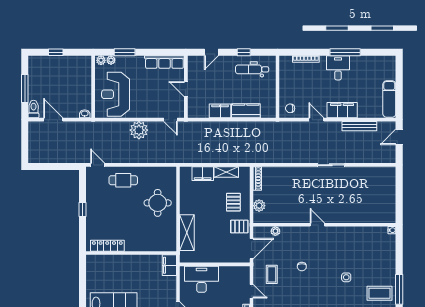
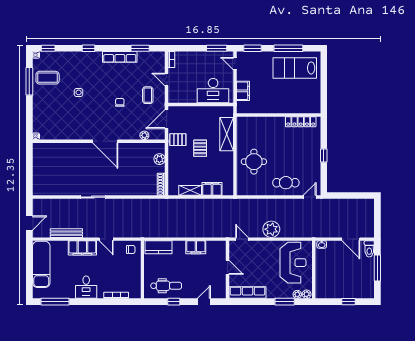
window: (345, 52) -> (55, 302), moved
exam couch: (389, 99) -> (41, 264), width x1.36, depth x1.45
kitchen counter: (246, 111) -> (159, 247), moved
door: (98, 165) -> (310, 197), swing flipped
pallet: (233, 202) -> (200, 148), moved
door: (317, 225) -> (105, 141), width x1.87
filing cabinet: (169, 265) -> (243, 91), moved

